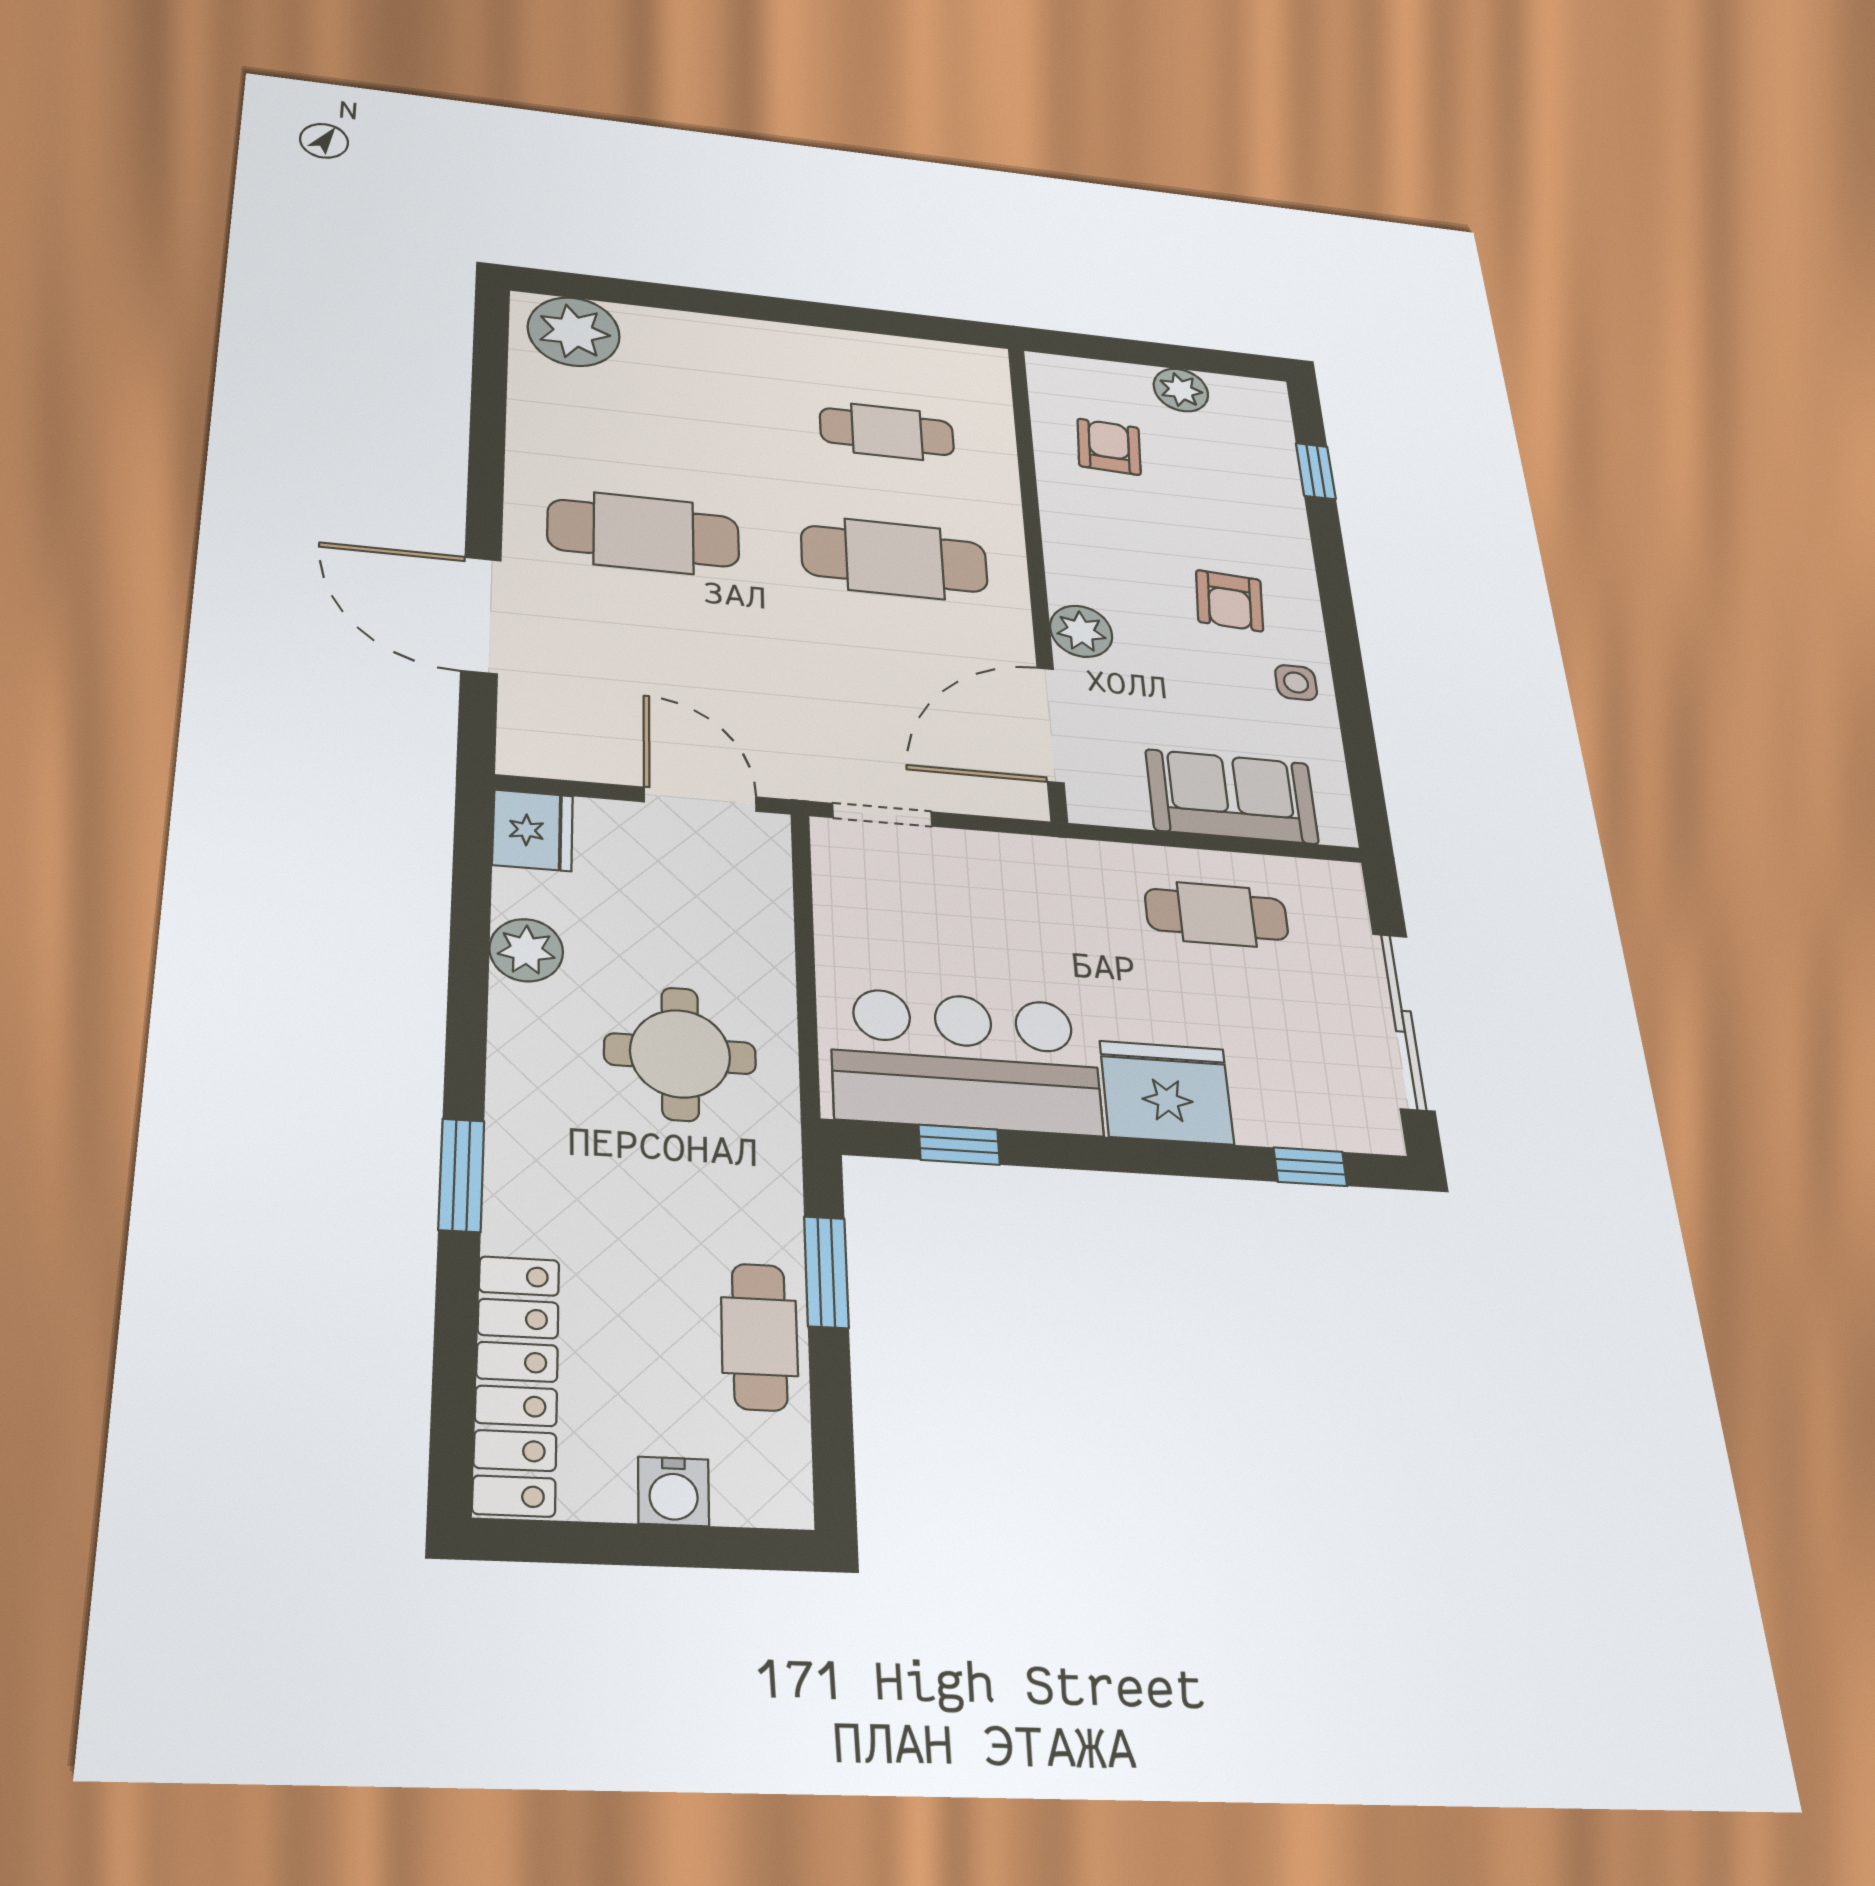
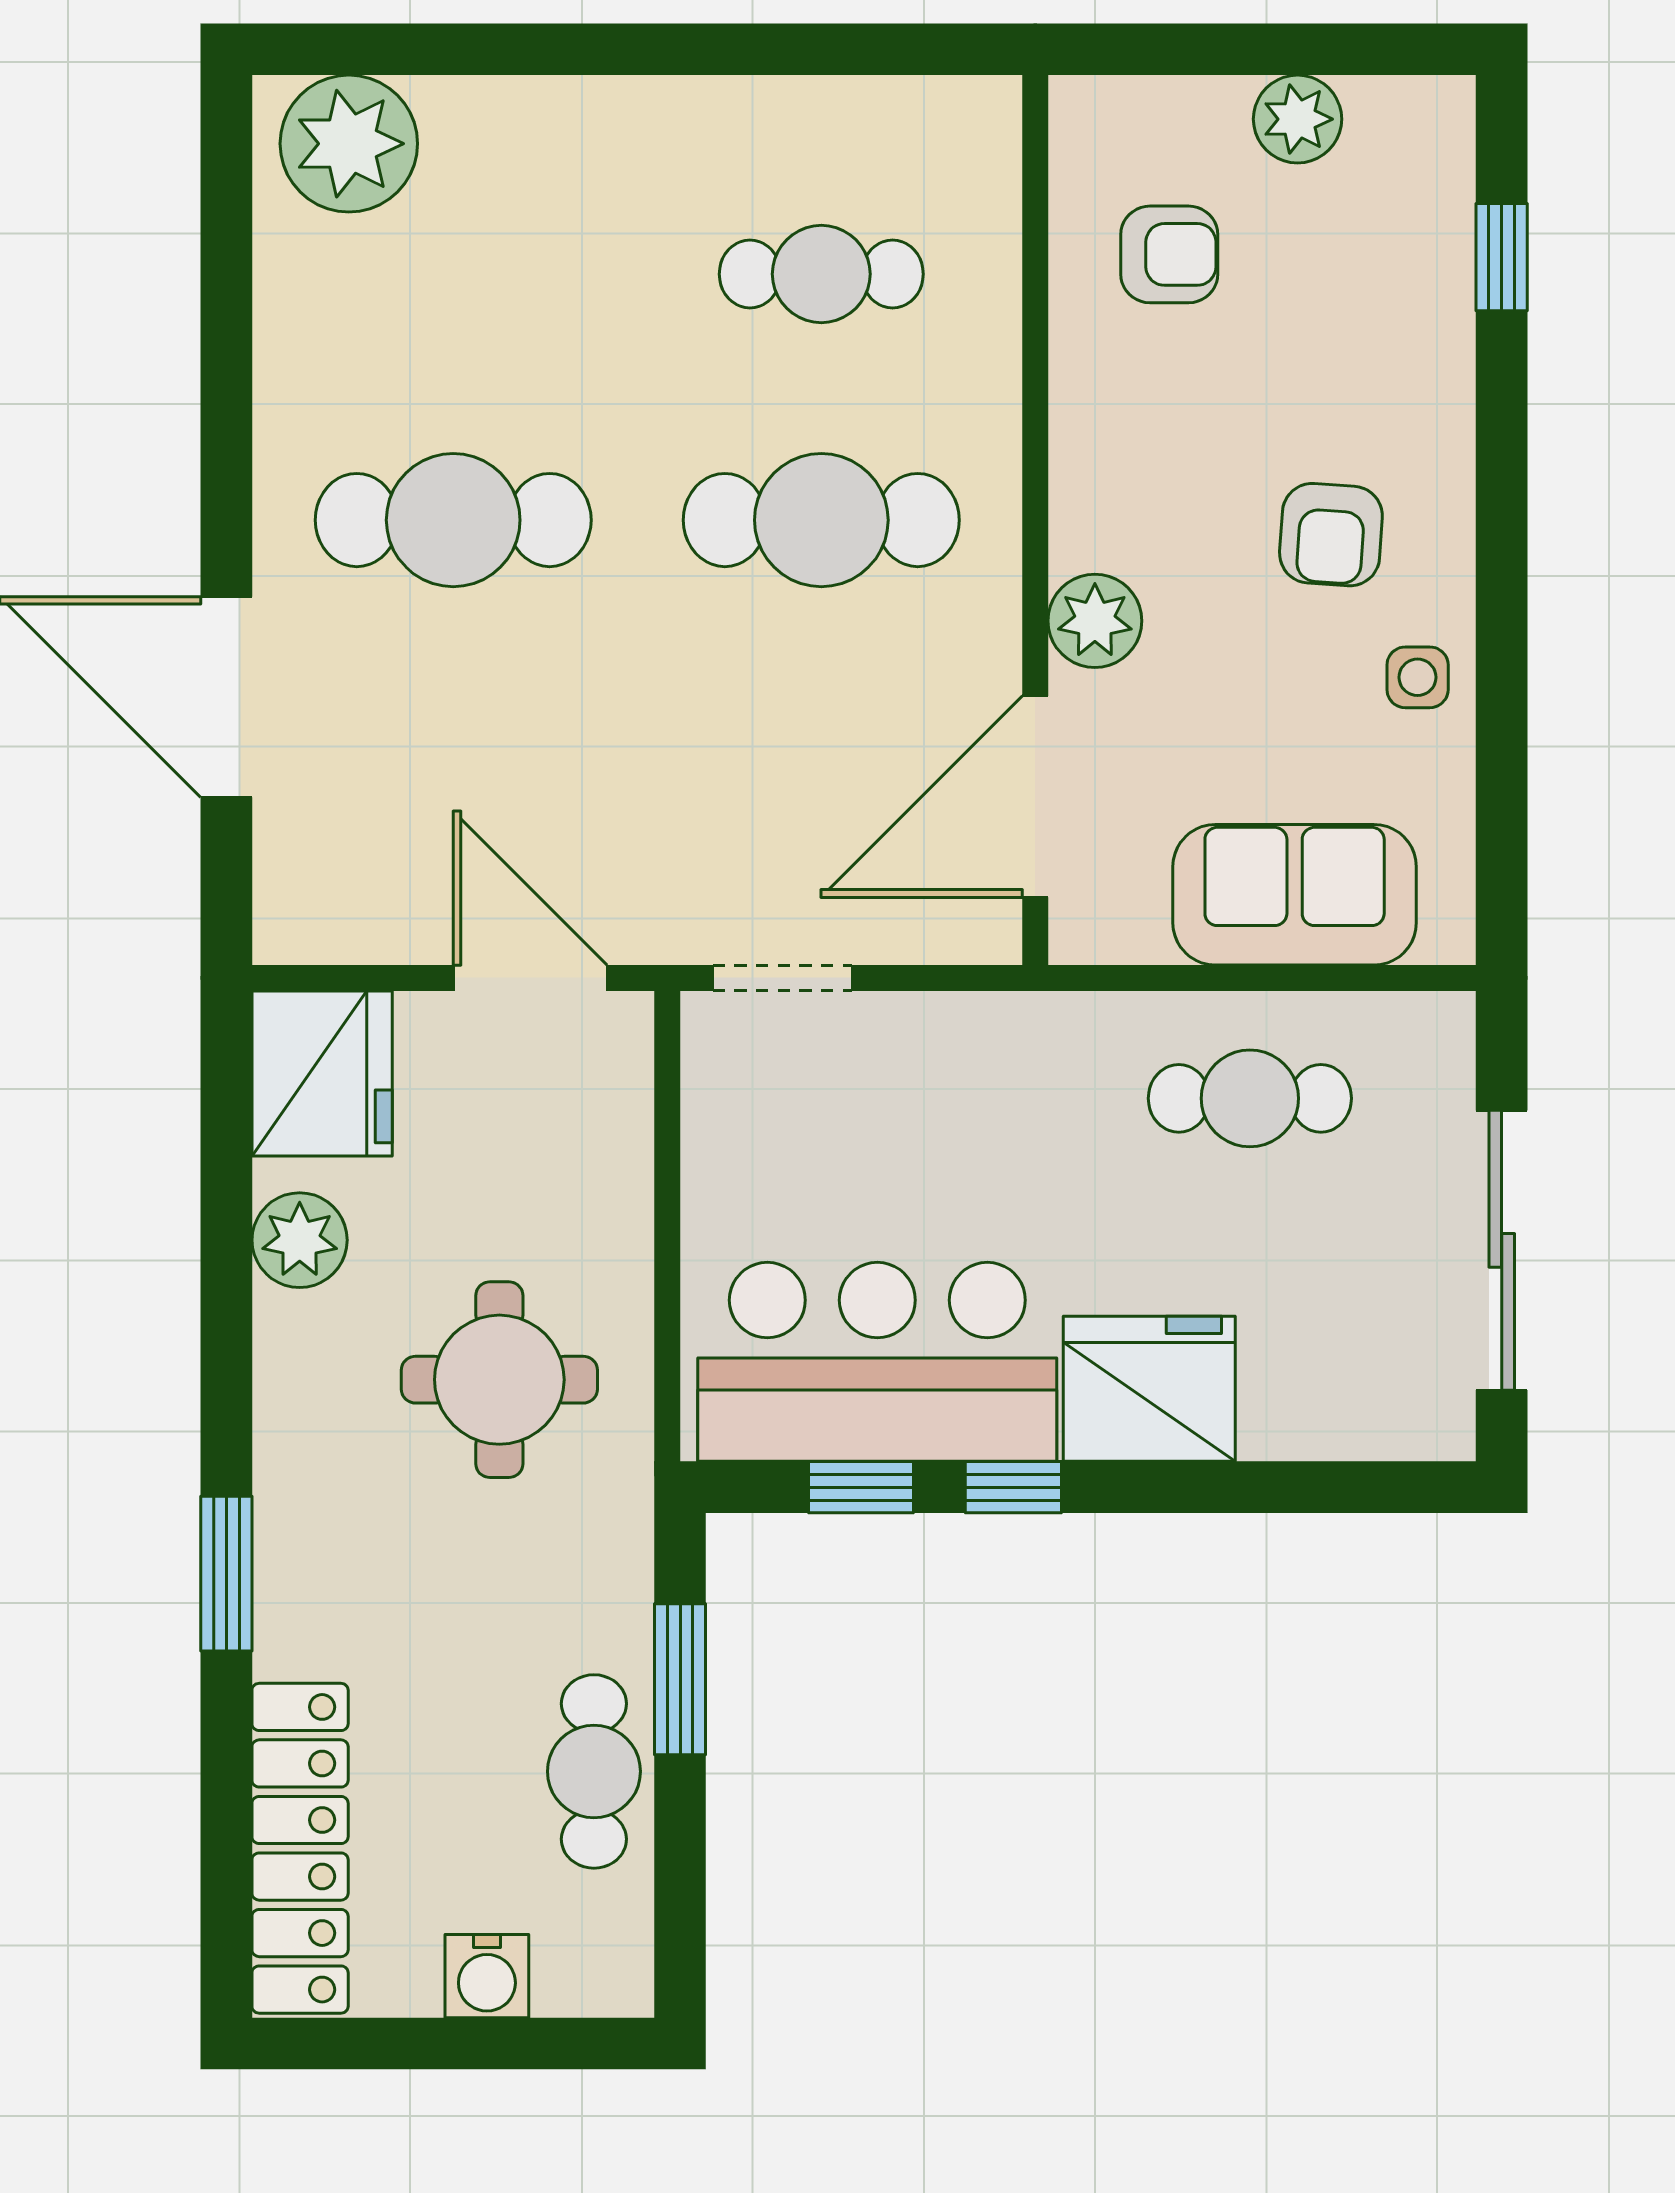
armchair: (1109, 447) -> (1169, 254), turned 87
fridge: (533, 830) -> (322, 1073), width x1.36, depth x1.34
window: (1310, 1167) -> (1013, 1487), moved

